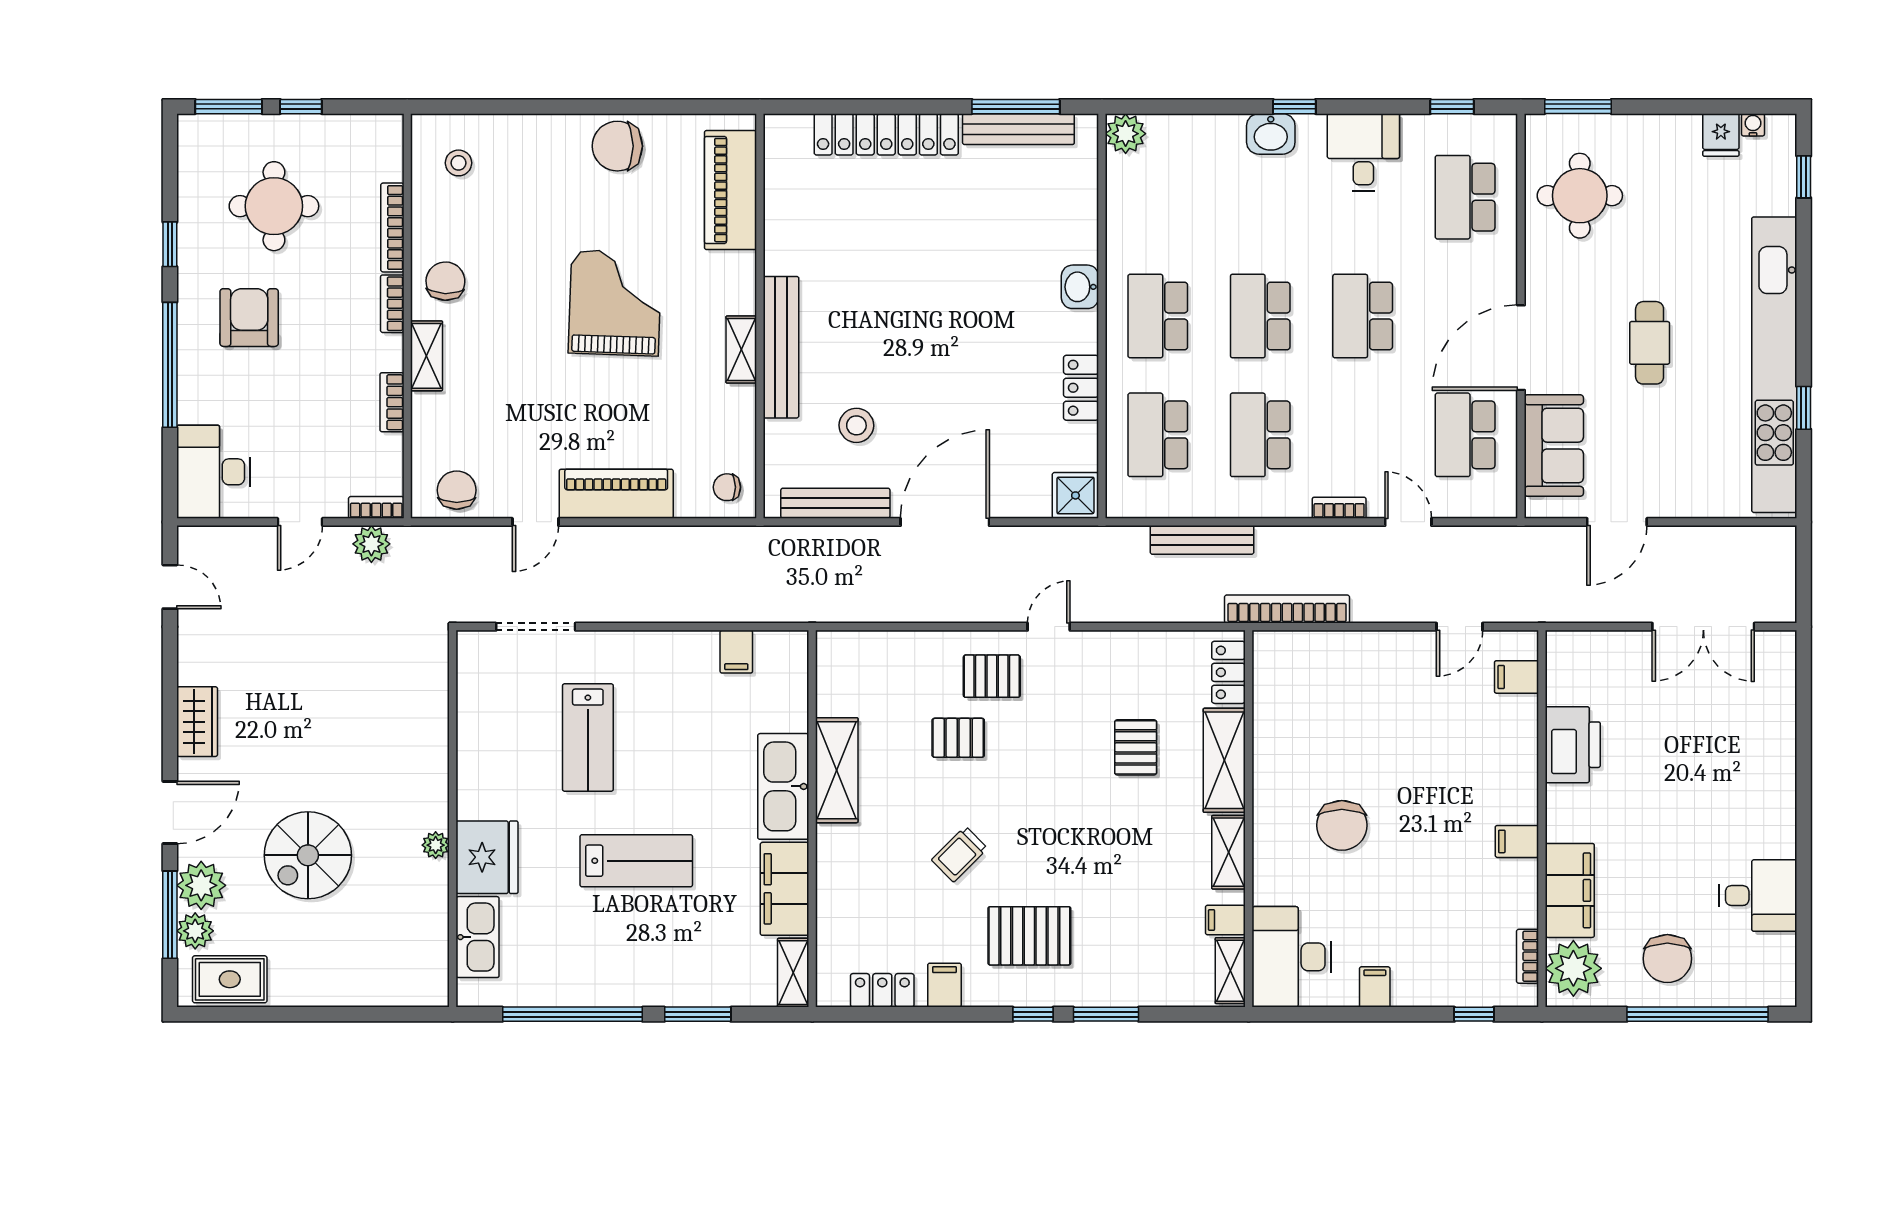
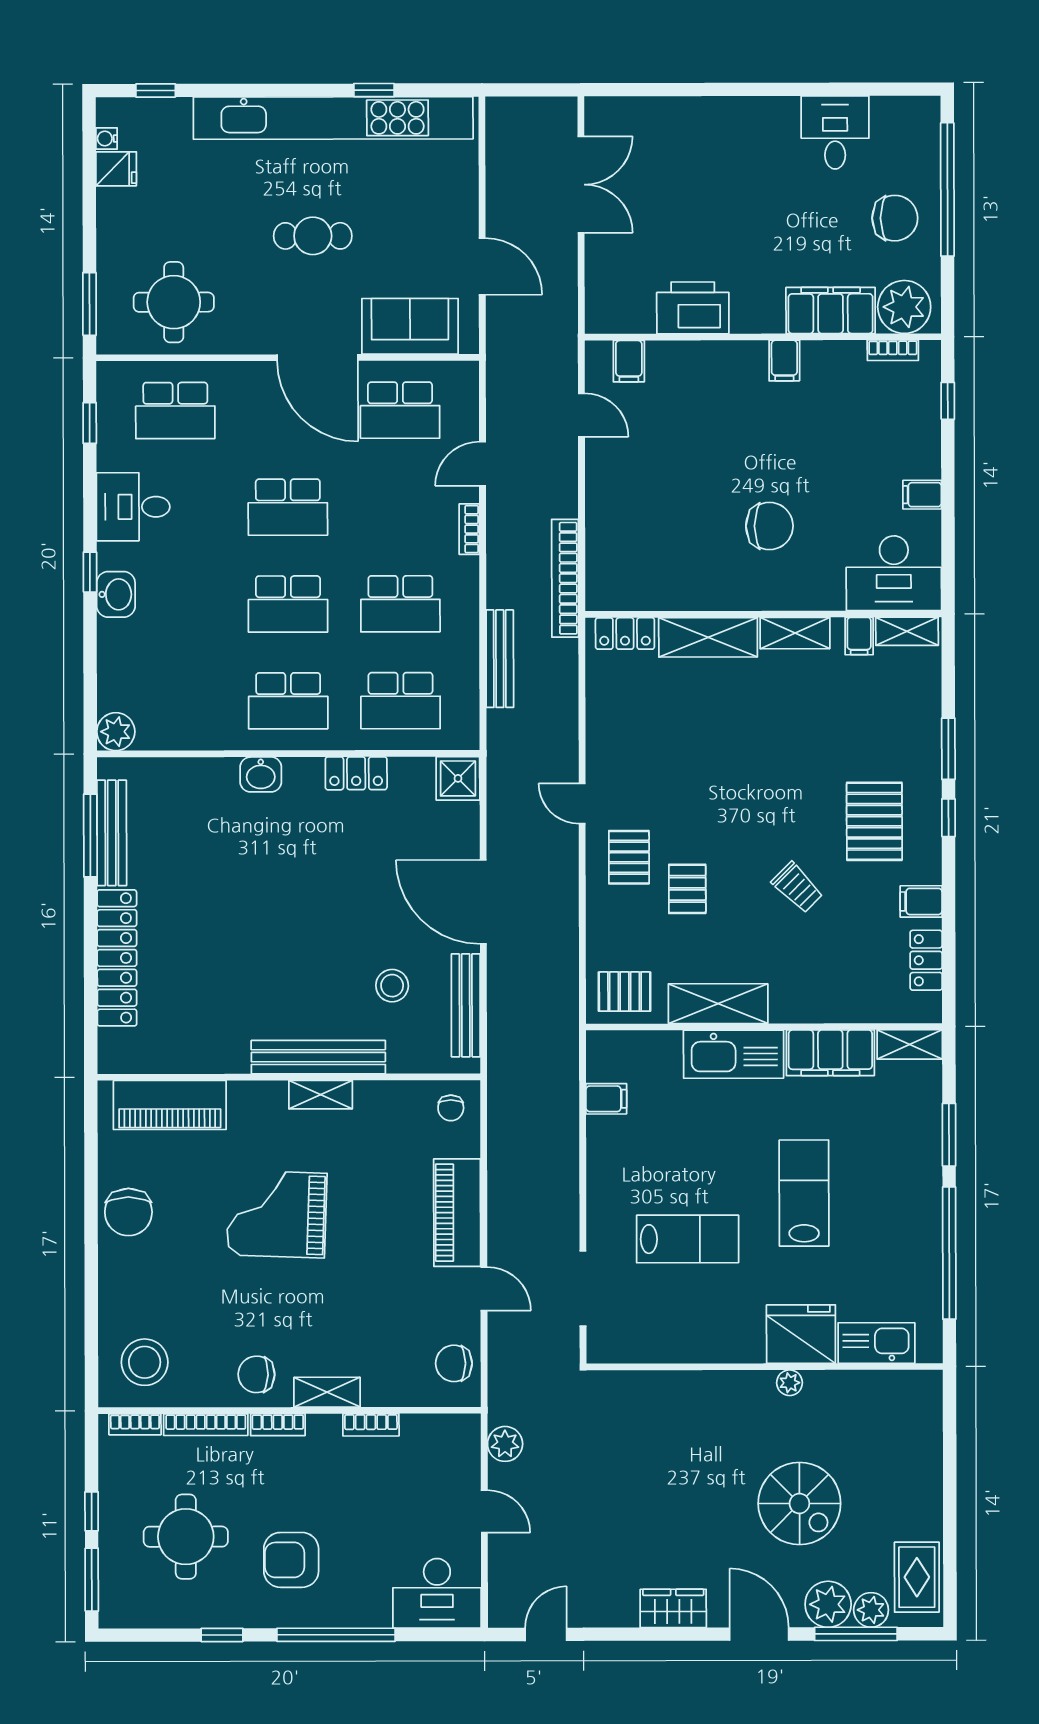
stool: (458, 163) -> (145, 1362), width x1.89, depth x1.89
bookcase: (376, 507) -> (135, 1424), moved, turned -90
pallet: (1136, 747) -> (625, 992), moved

